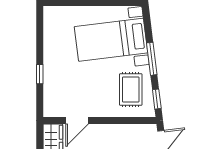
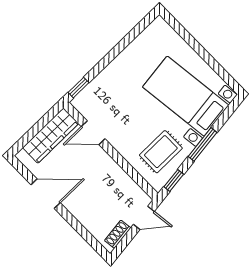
window: (40, 74) -> (78, 88), moved

